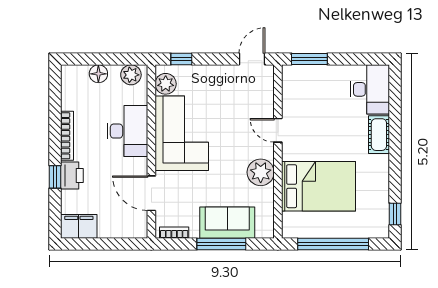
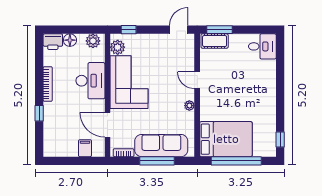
desk: (370, 89) -> (262, 46), width x0.73
cot: (379, 135) -> (215, 41), moved, turned 90
plant: (261, 172) -> (189, 106), width x0.53, depth x0.53
printer: (72, 175) -> (53, 42), moved, turned 90
bed: (319, 186) -> (226, 139), moved
sofa: (227, 223) -> (161, 146), width x1.36
filing cabinet: (79, 226) -> (85, 148), moved, width x0.50

